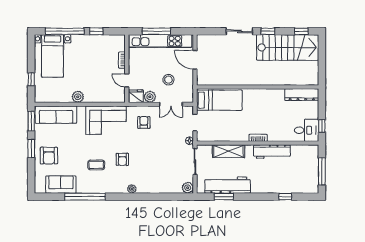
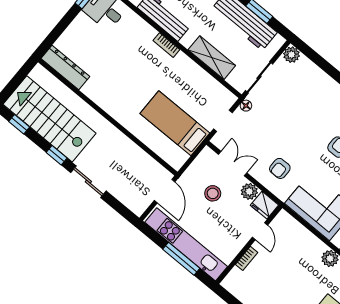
wall: (258, 87) -> (108, 117), moved
dresser: (302, 95) -> (65, 67), moved

